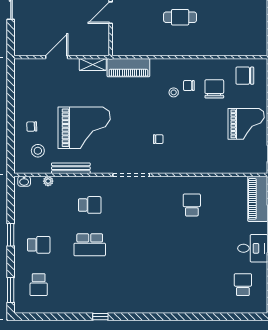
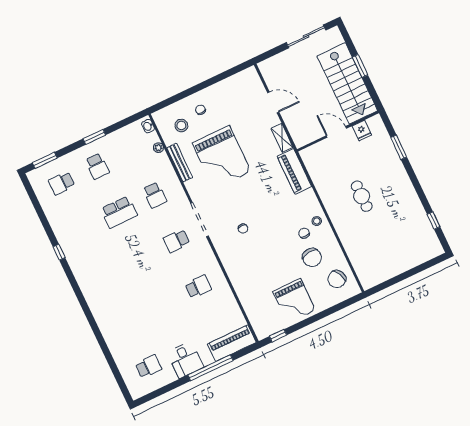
chair: (245, 76) -> (337, 279), turned -116
chair: (214, 89) -> (312, 257), turned 83
stool: (174, 92) -> (317, 221), moved
school desk: (141, 205) -> (176, 241), added
school desk: (90, 245) -> (119, 212), turned -90

